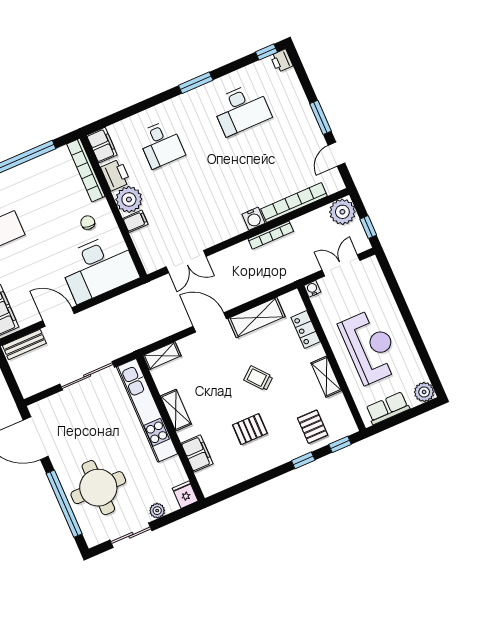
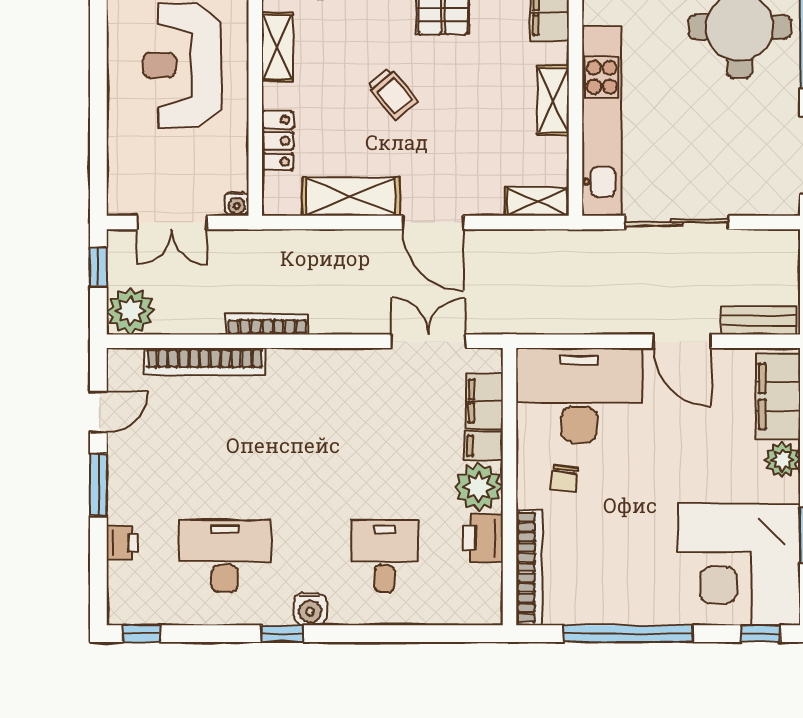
printer: (282, 61) -> (122, 543), moved
window: (196, 83) -> (282, 634), width x0.67
filing cabinet: (102, 145) -> (484, 401), moved
water cooler: (254, 219) -> (310, 609), moved, turned 180

